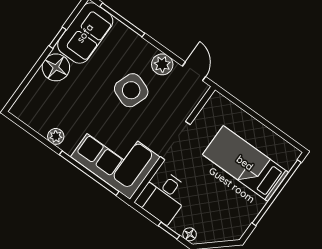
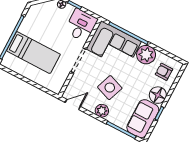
plant: (162, 64) -> (102, 111), moved
door: (194, 71) -> (73, 105), swing flipped
armchair: (41, 103) -> (164, 72), added
plant: (56, 136) -> (146, 55), width x1.87, depth x1.87

